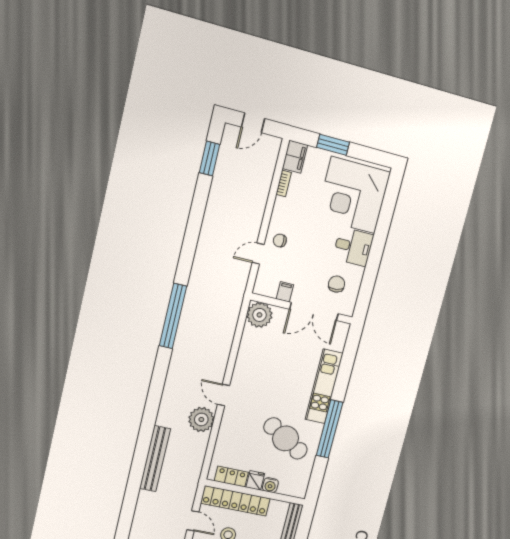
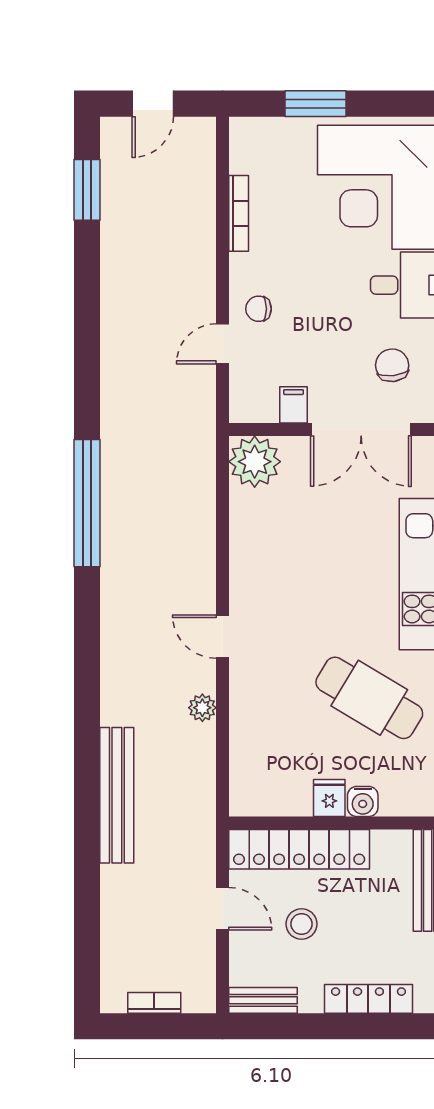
filing cabinet: (295, 157) -> (248, 145), removed
bookcase: (284, 183) -> (239, 213), width x1.56
plant: (201, 419) -> (202, 708), width x0.53, depth x0.53
locker: (231, 477) -> (279, 800), removed

